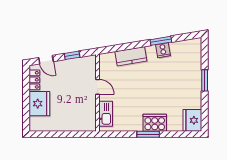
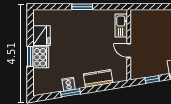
fridge: (192, 120) -> (41, 36), moved
cooker: (155, 123) -> (41, 57), moved, turned -90

